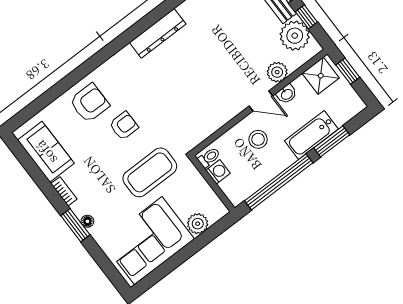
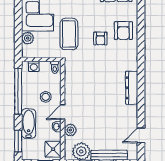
window: (332, 141) -> (18, 141), moved
washing machine: (218, 172) -> (34, 66), moved

